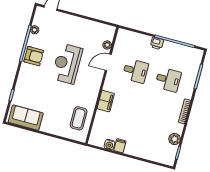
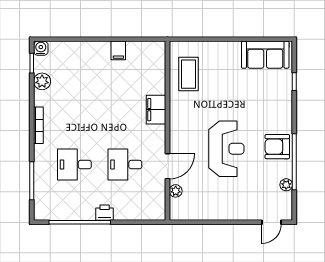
water cooler: (109, 145) -> (41, 48), moved

